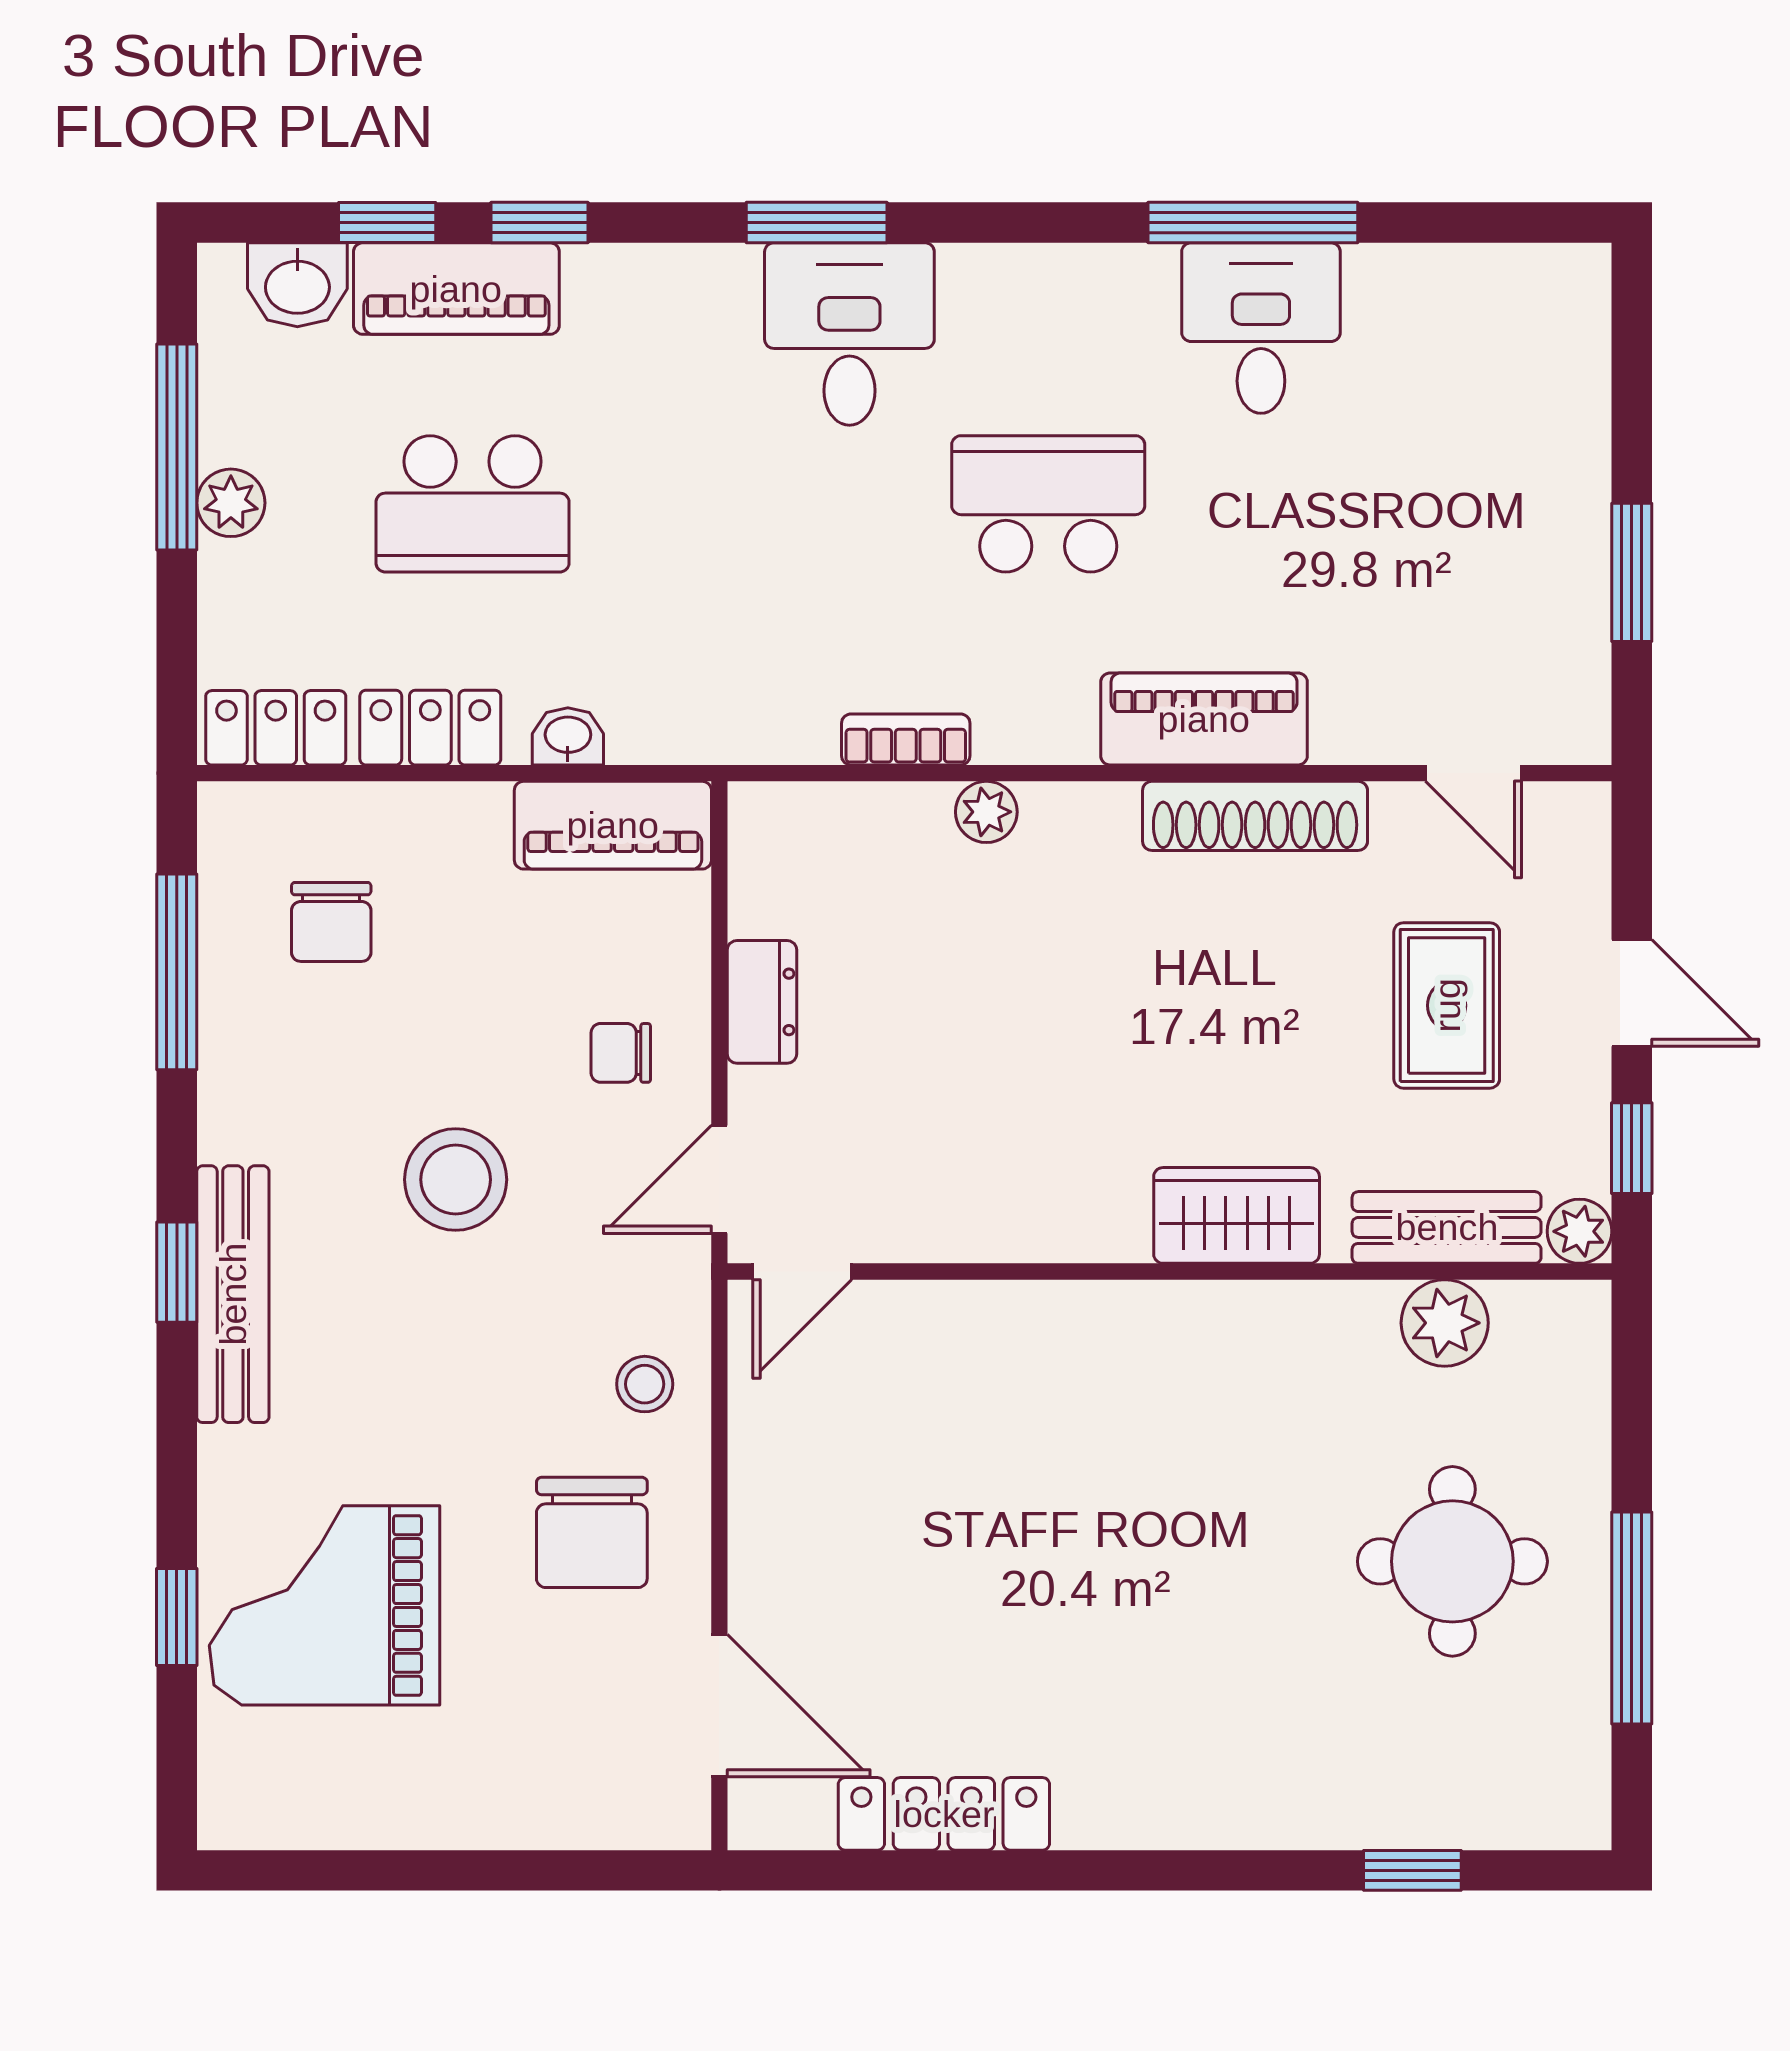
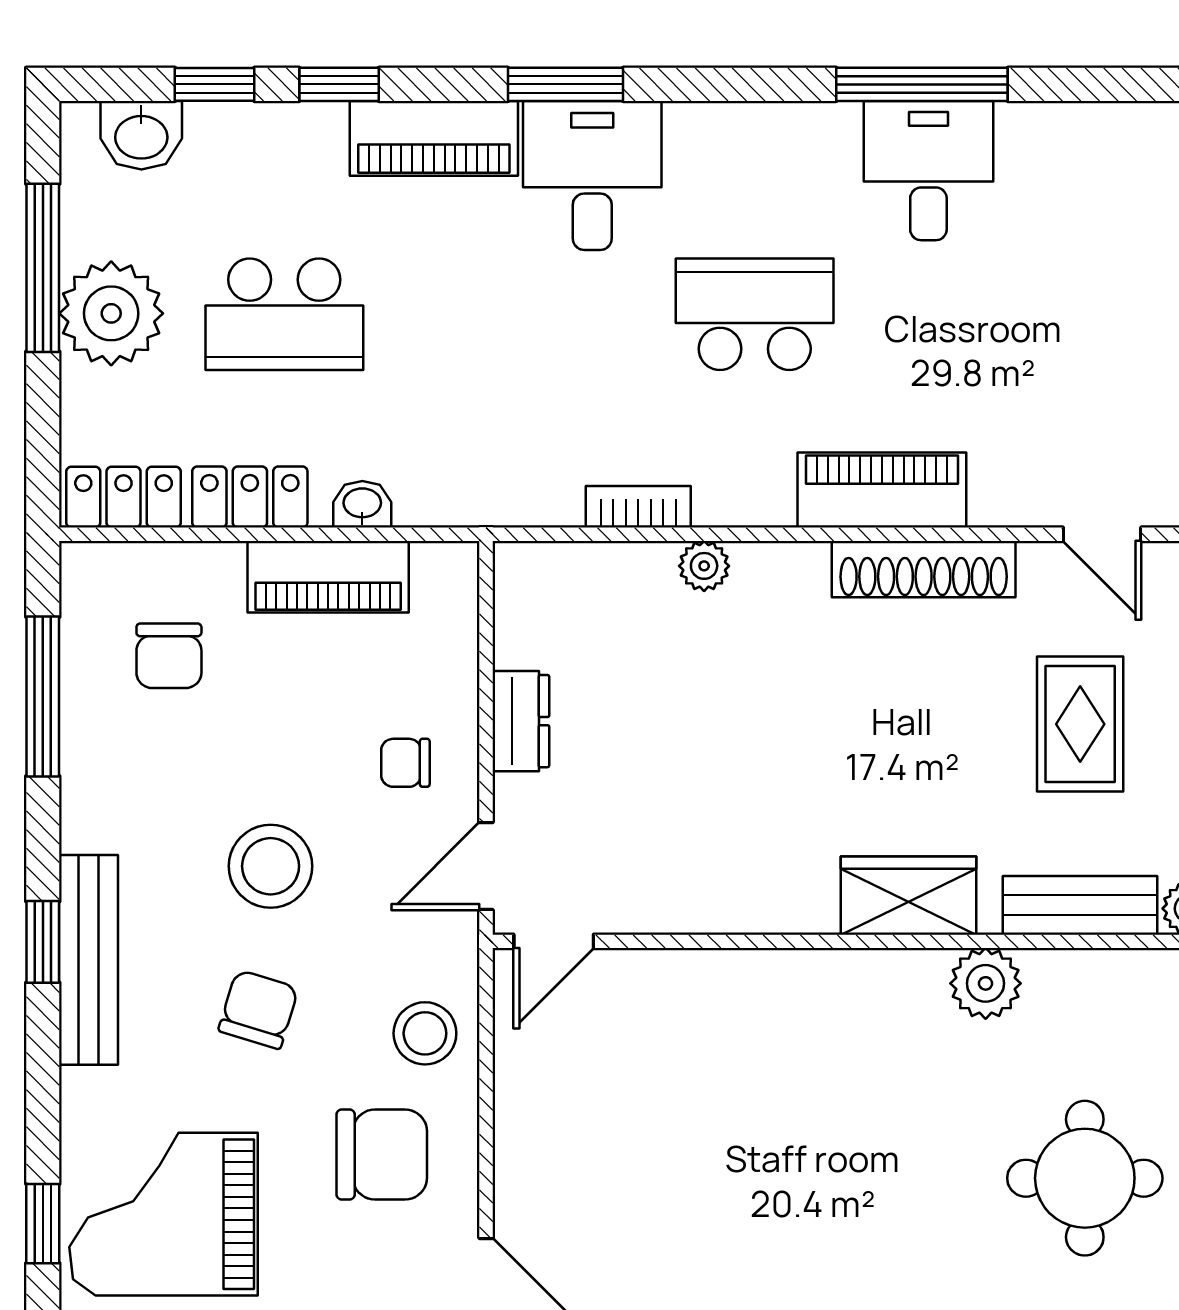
piano: (456, 289) -> (434, 138), moved
plant: (231, 503) -> (111, 313), width x1.88, depth x1.88
piano: (613, 825) -> (328, 577), moved
plant: (1445, 1323) -> (986, 983), moved
chair: (441, 1355) -> (258, 1009), added
stool: (645, 1384) -> (425, 1033), width x1.37, depth x1.37
chair: (592, 1532) -> (382, 1155), turned -90

